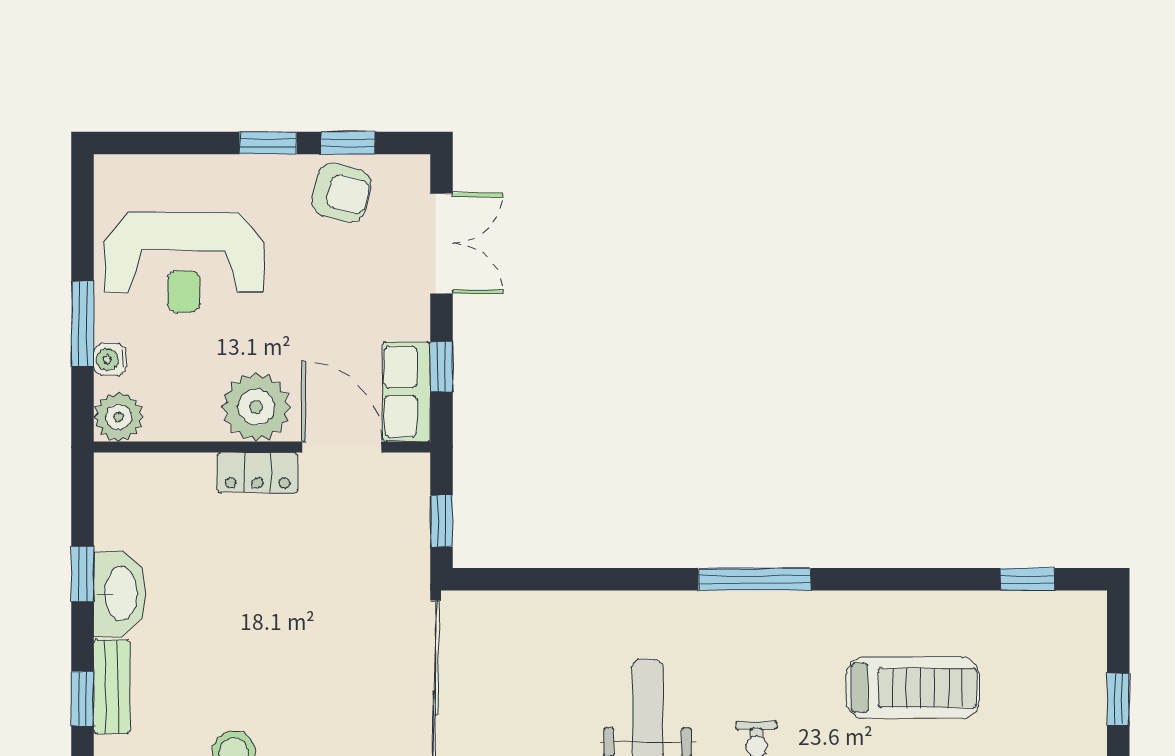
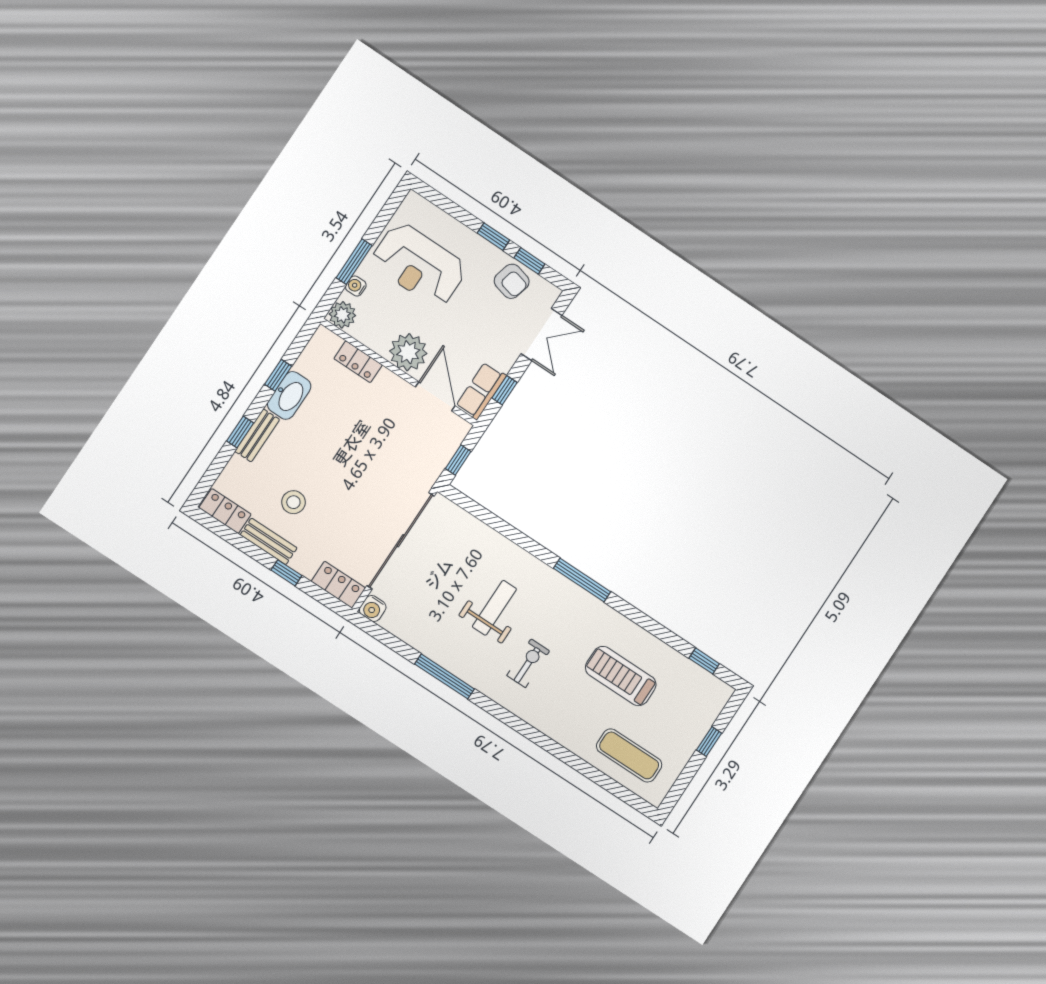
locker: (258, 473) -> (358, 362), moved
treadmill: (913, 688) -> (621, 676), turned 180

